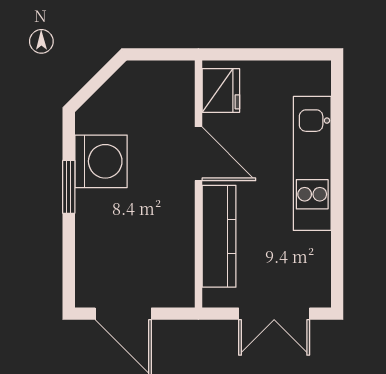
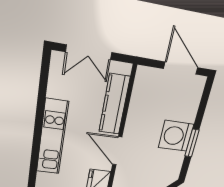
washing machine: (101, 161) -> (176, 136), moved
double door: (274, 314) -> (89, 52), swing flipped

